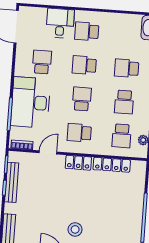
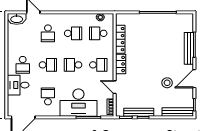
school desk: (42, 62) -> (48, 96), turned 90
school desk: (84, 65) -> (48, 65), turned -90
school desk: (79, 133) -> (98, 65), turned -90
school desk: (122, 136) -> (98, 33), turned 180
stool: (75, 229) -> (167, 83), moved

